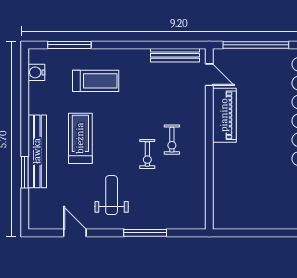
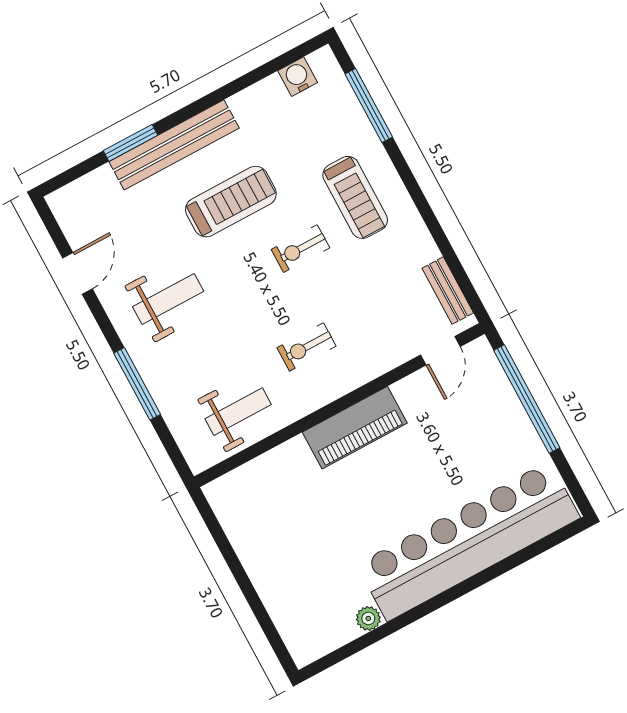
bench: (175, 55) -> (448, 291), width x0.73
treadmill: (96, 81) -> (355, 197), moved
piano: (224, 115) -> (355, 428), moved
exercise bike: (147, 154) -> (300, 249), moved
weight bench: (186, 191) -> (238, 412), added

